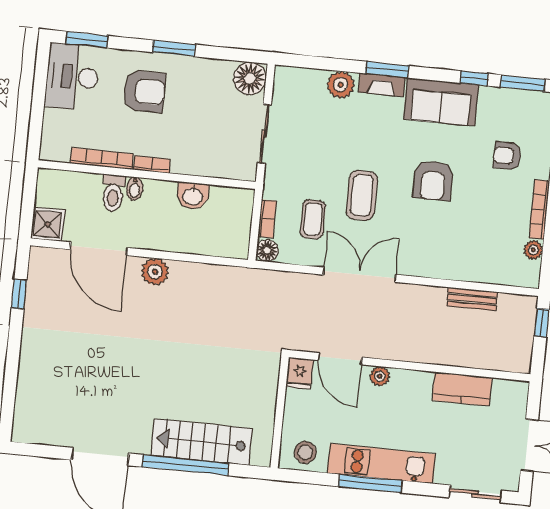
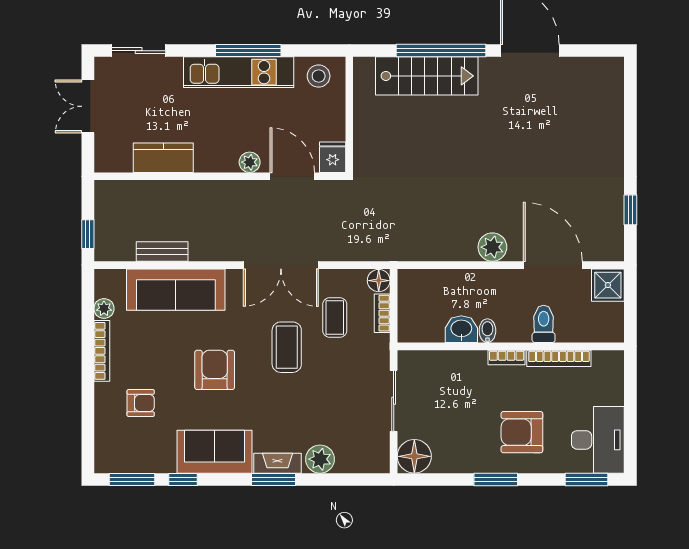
bidet: (135, 189) -> (487, 331), moved
sofa: (463, 261) -> (176, 290), added

